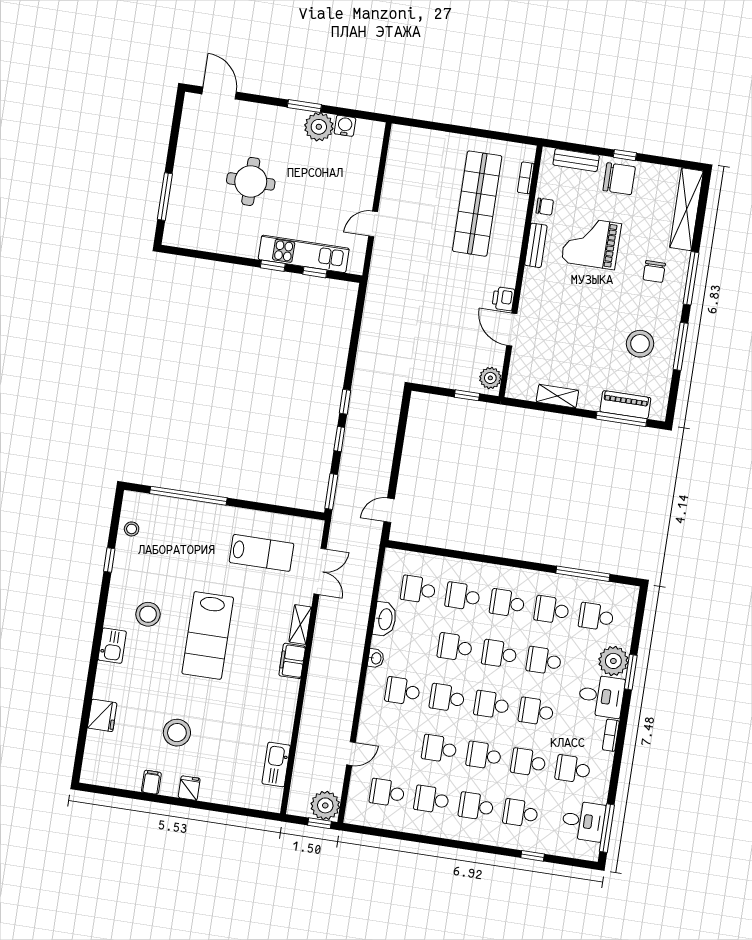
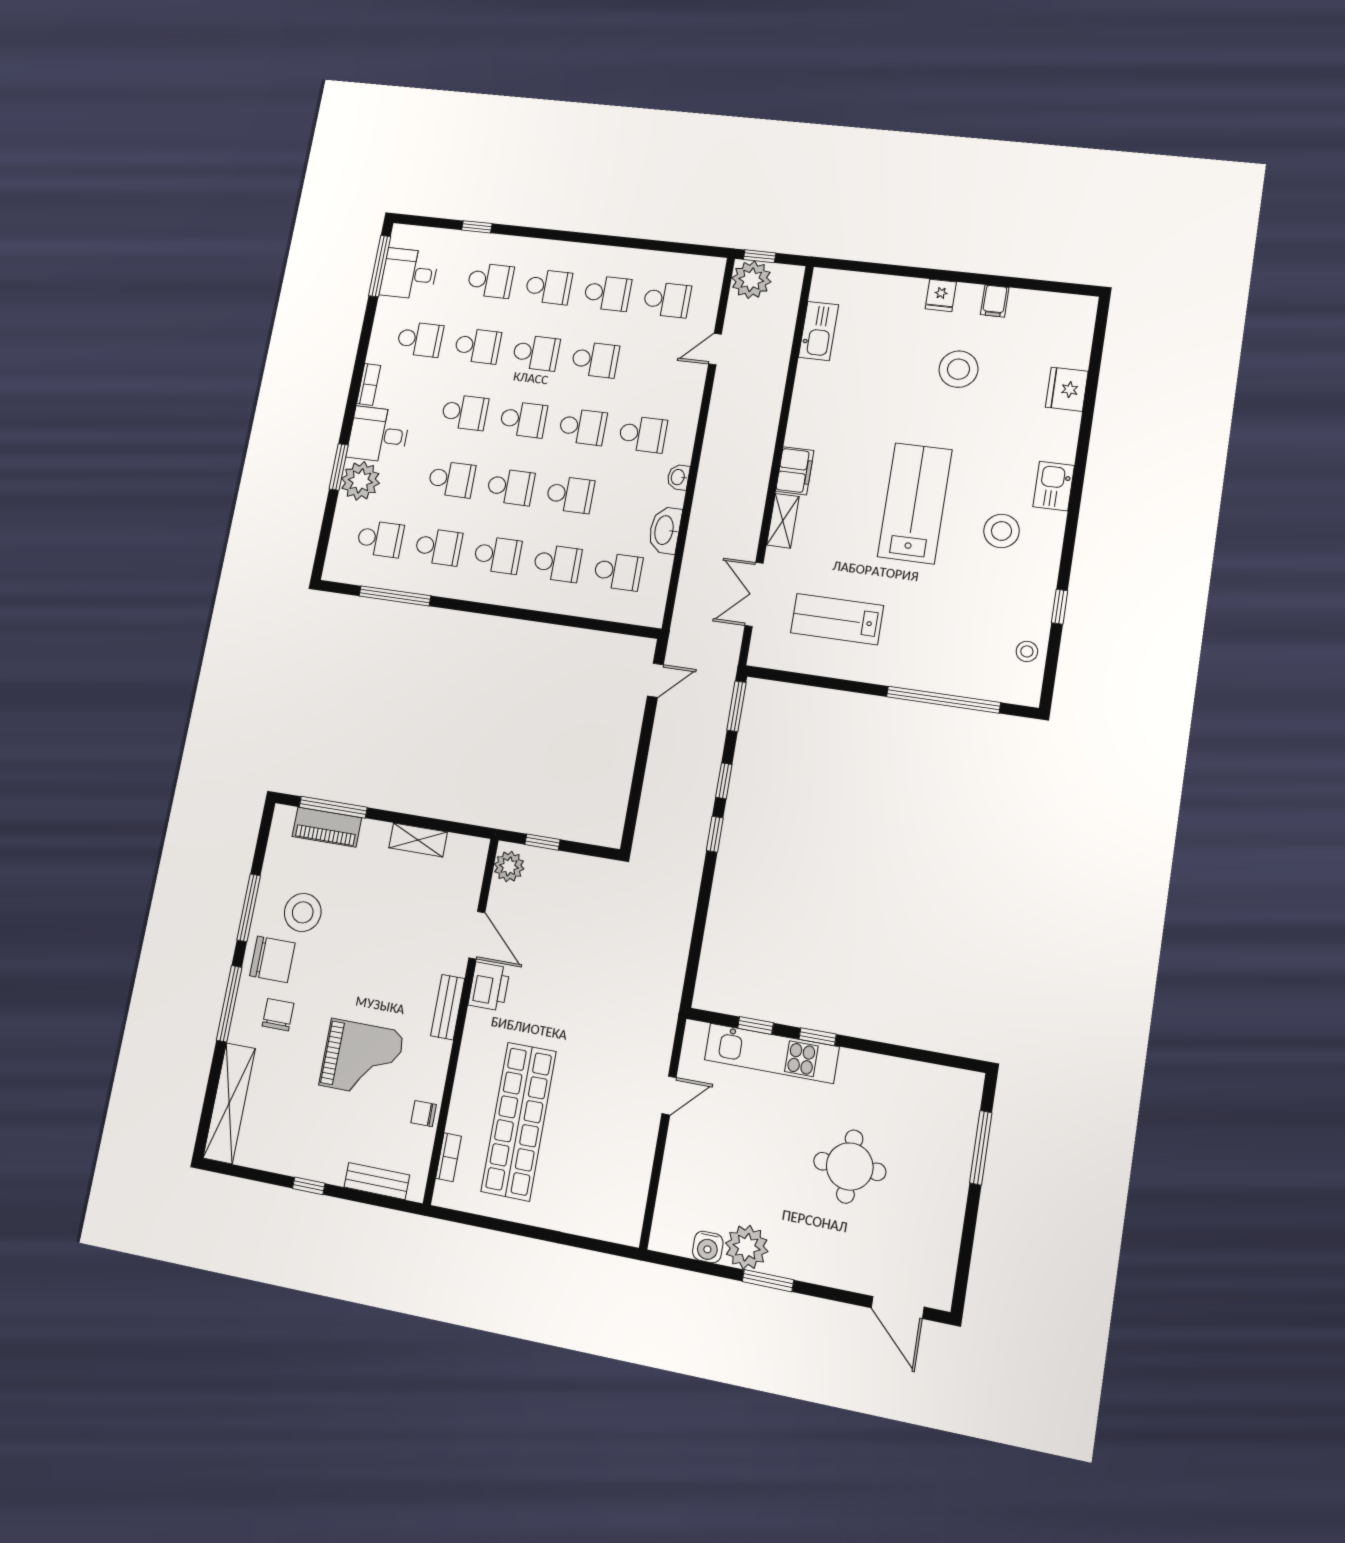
chair: (619, 179) -> (272, 959), moved, turned 180
bench: (536, 245) -> (448, 1007), moved
printer: (503, 299) -> (489, 986), width x1.36, depth x1.24

